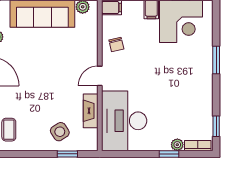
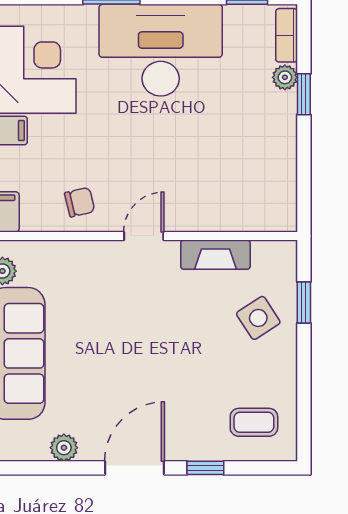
door: (100, 76) -> (144, 236), swing flipped
desk: (124, 121) -> (161, 50), moved, turned 180

